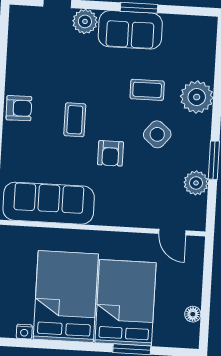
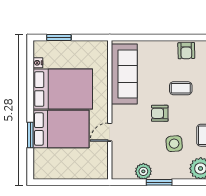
side table: (157, 134) -> (174, 144), turned 45
door: (172, 232) -> (110, 132), moved
floor lamp: (193, 314) -> (56, 174), removed

